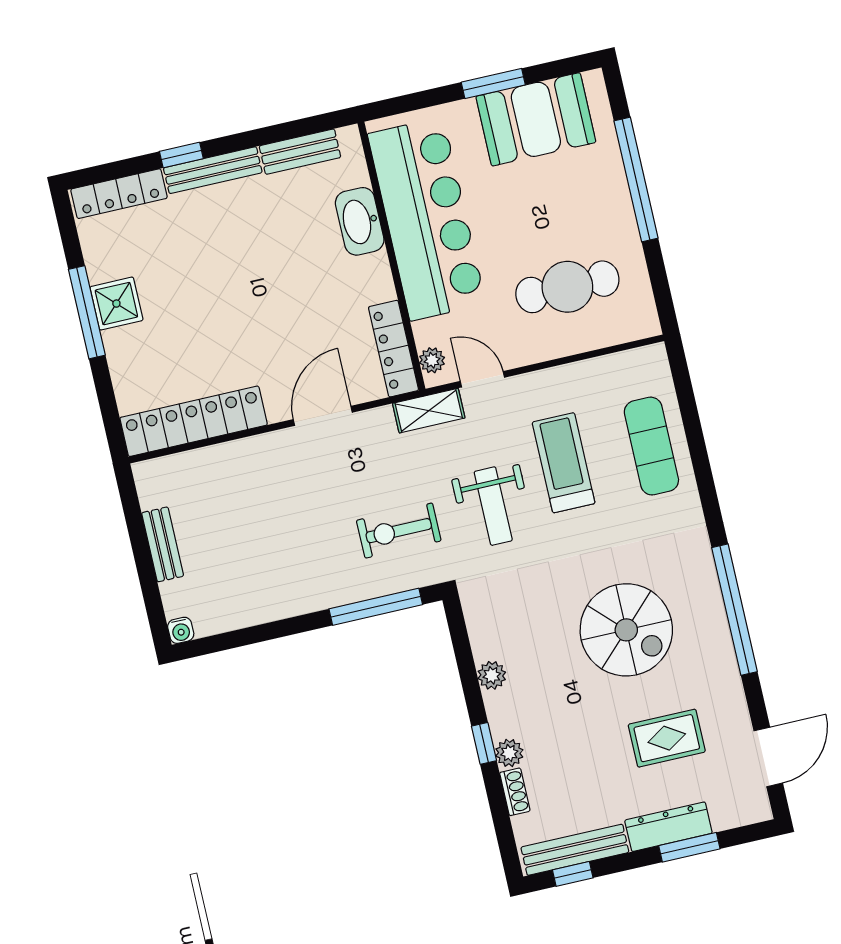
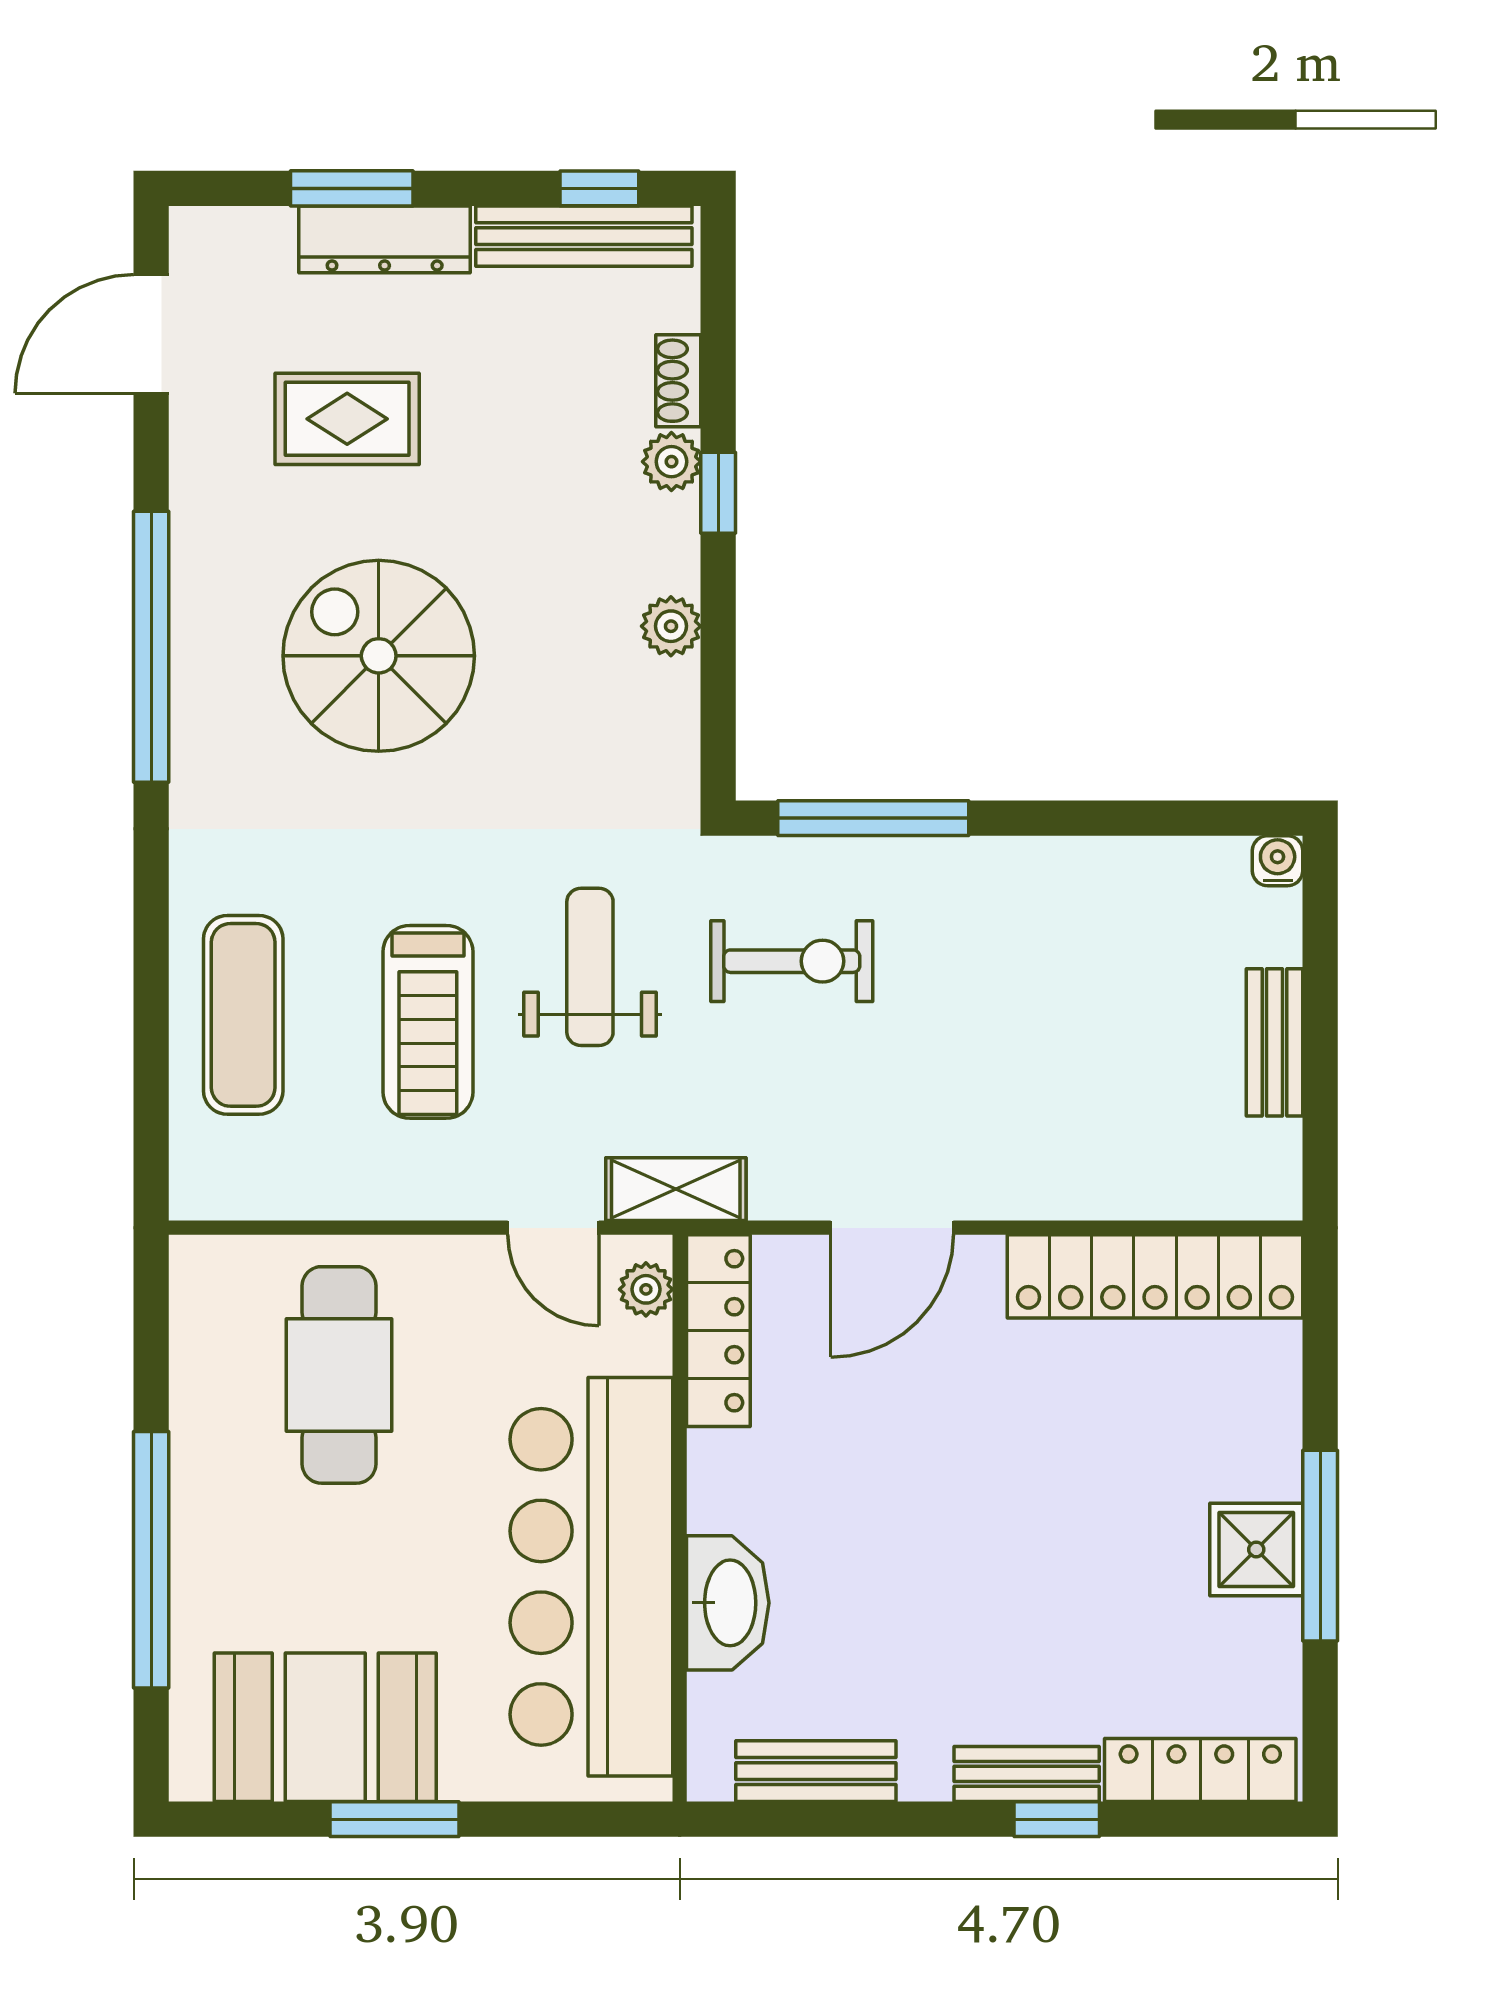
bench: (213, 170) -> (1027, 1774), width x0.73
cafe table: (567, 287) -> (339, 1375), turned 90

